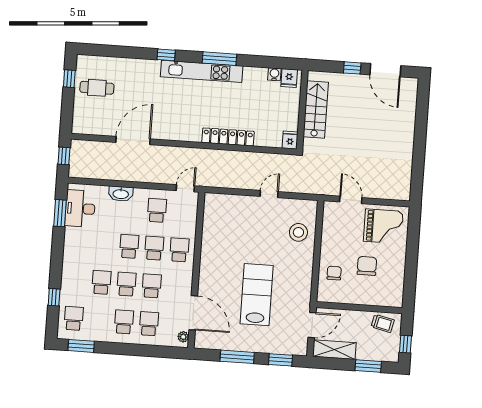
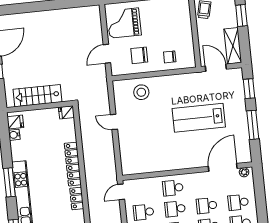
locker: (187, 135) -> (77, 198), added
door: (185, 188) -> (121, 192), hinge flipped
grand piano: (383, 226) -> (124, 23), turned -90
chair: (367, 266) -> (139, 55), moved

